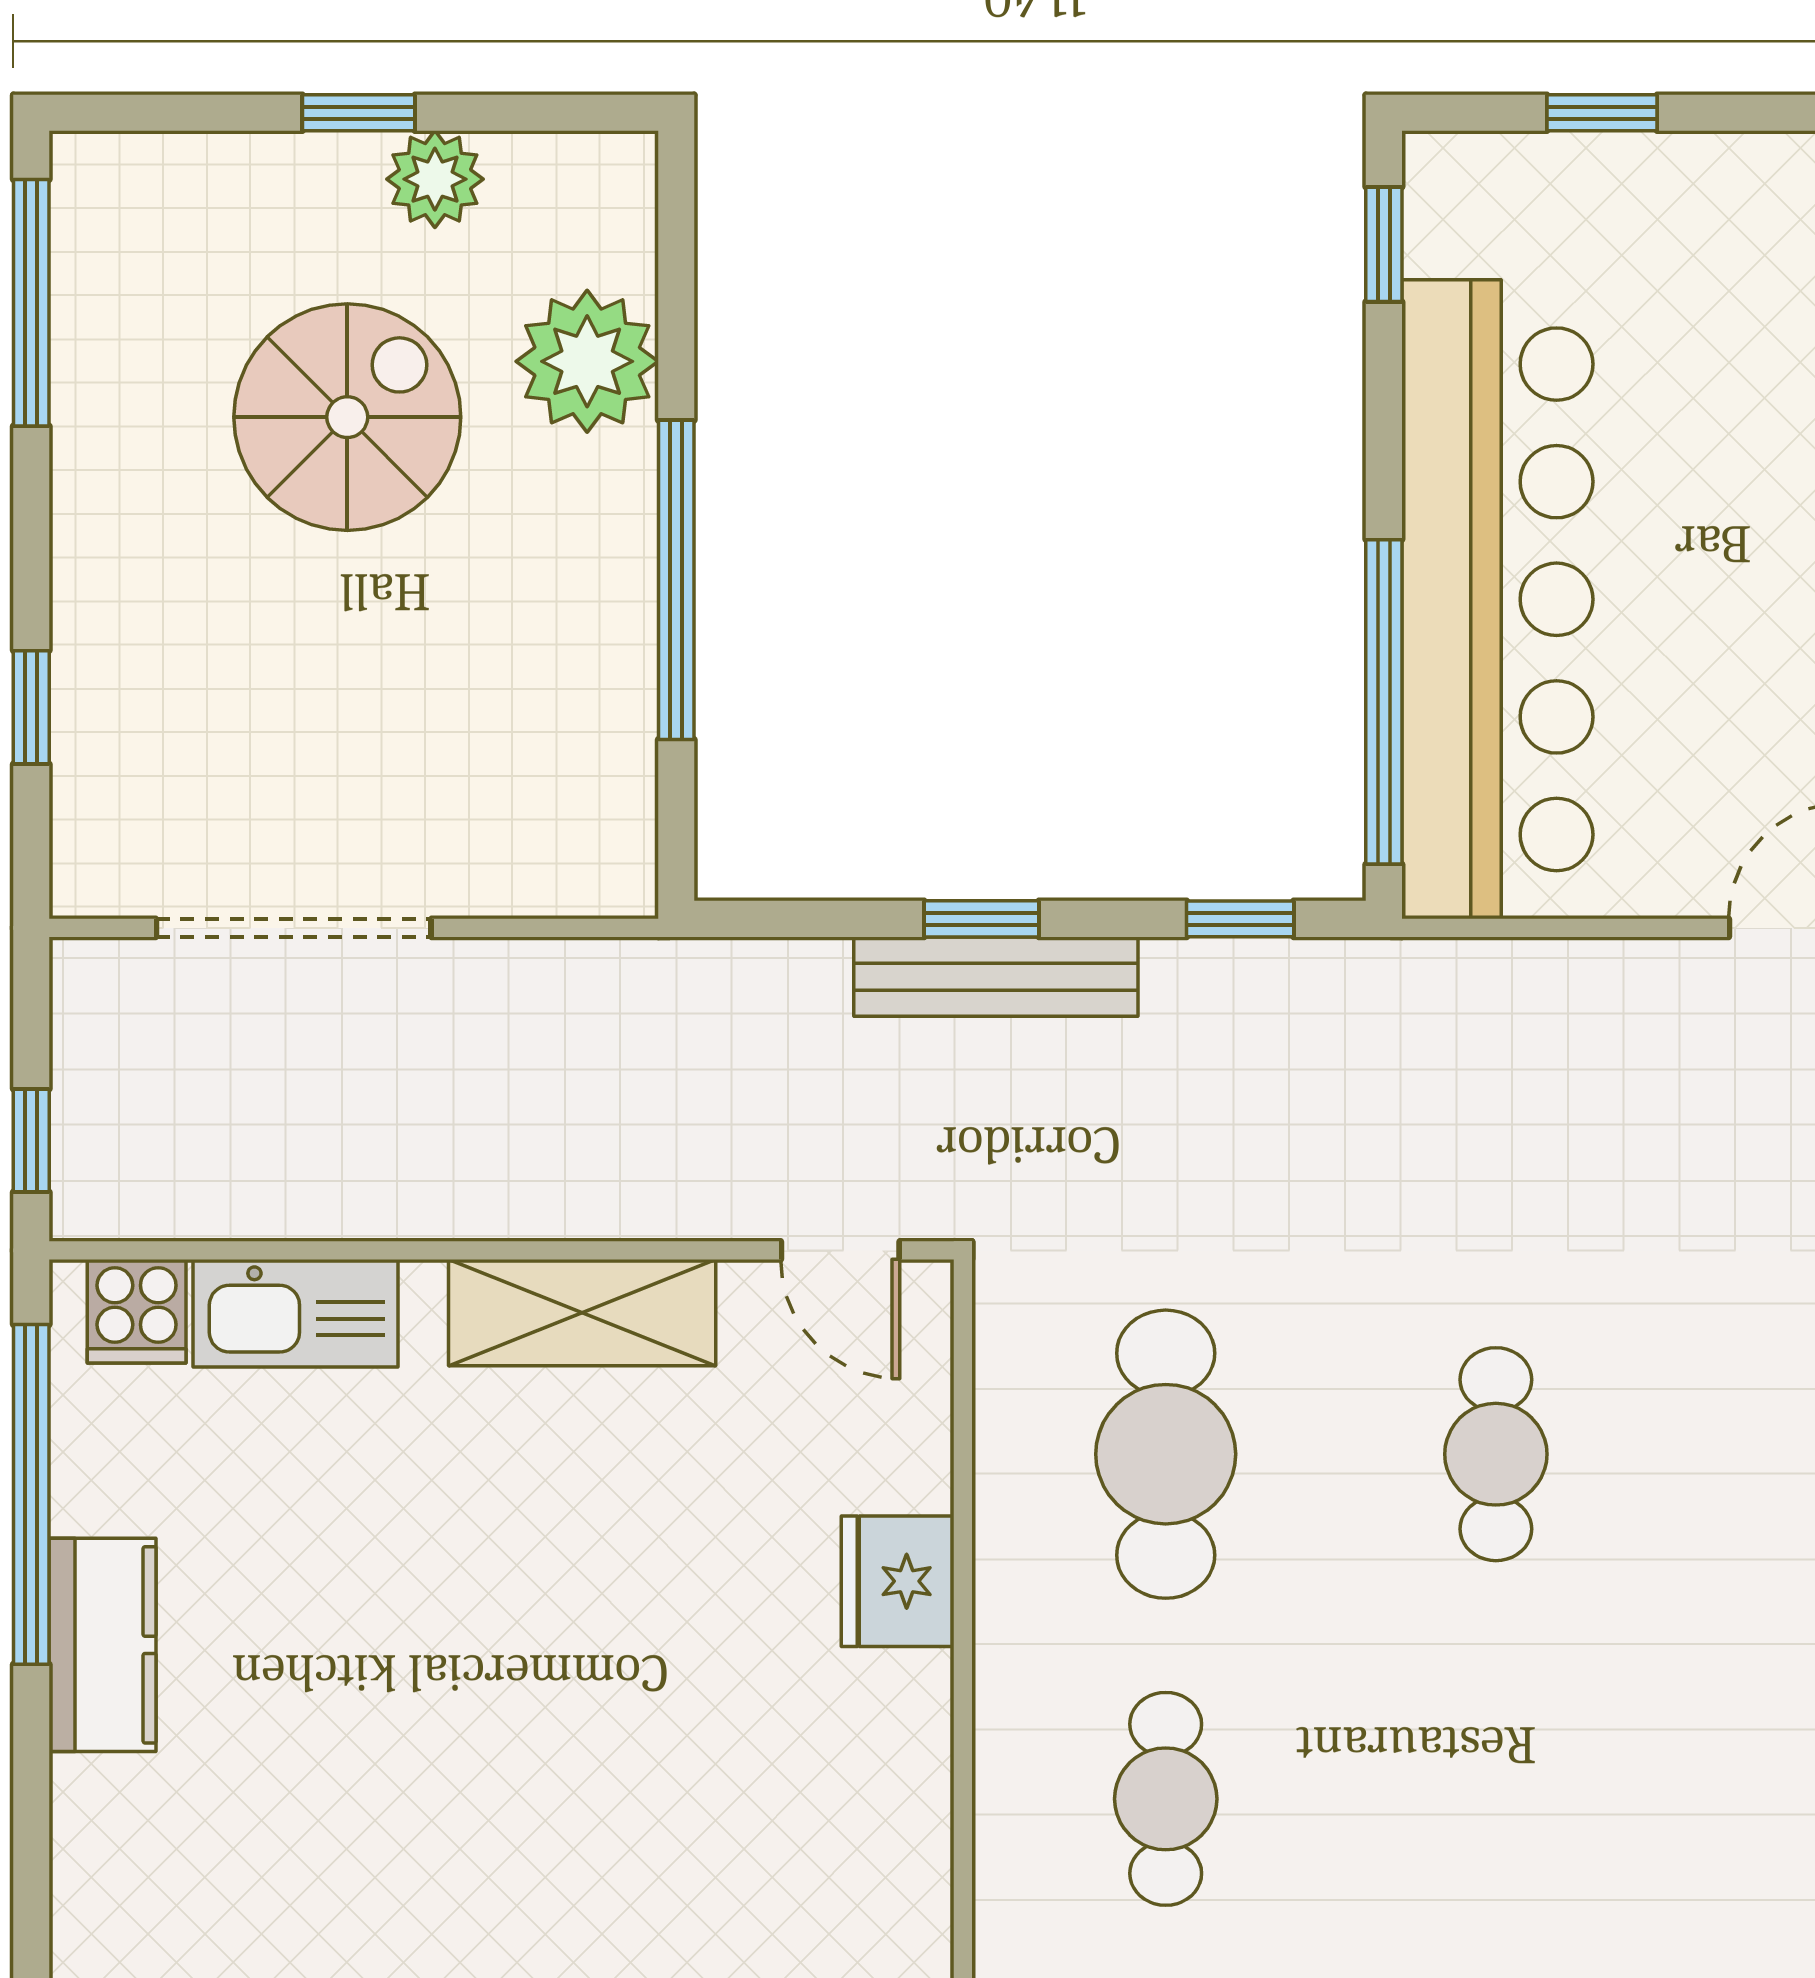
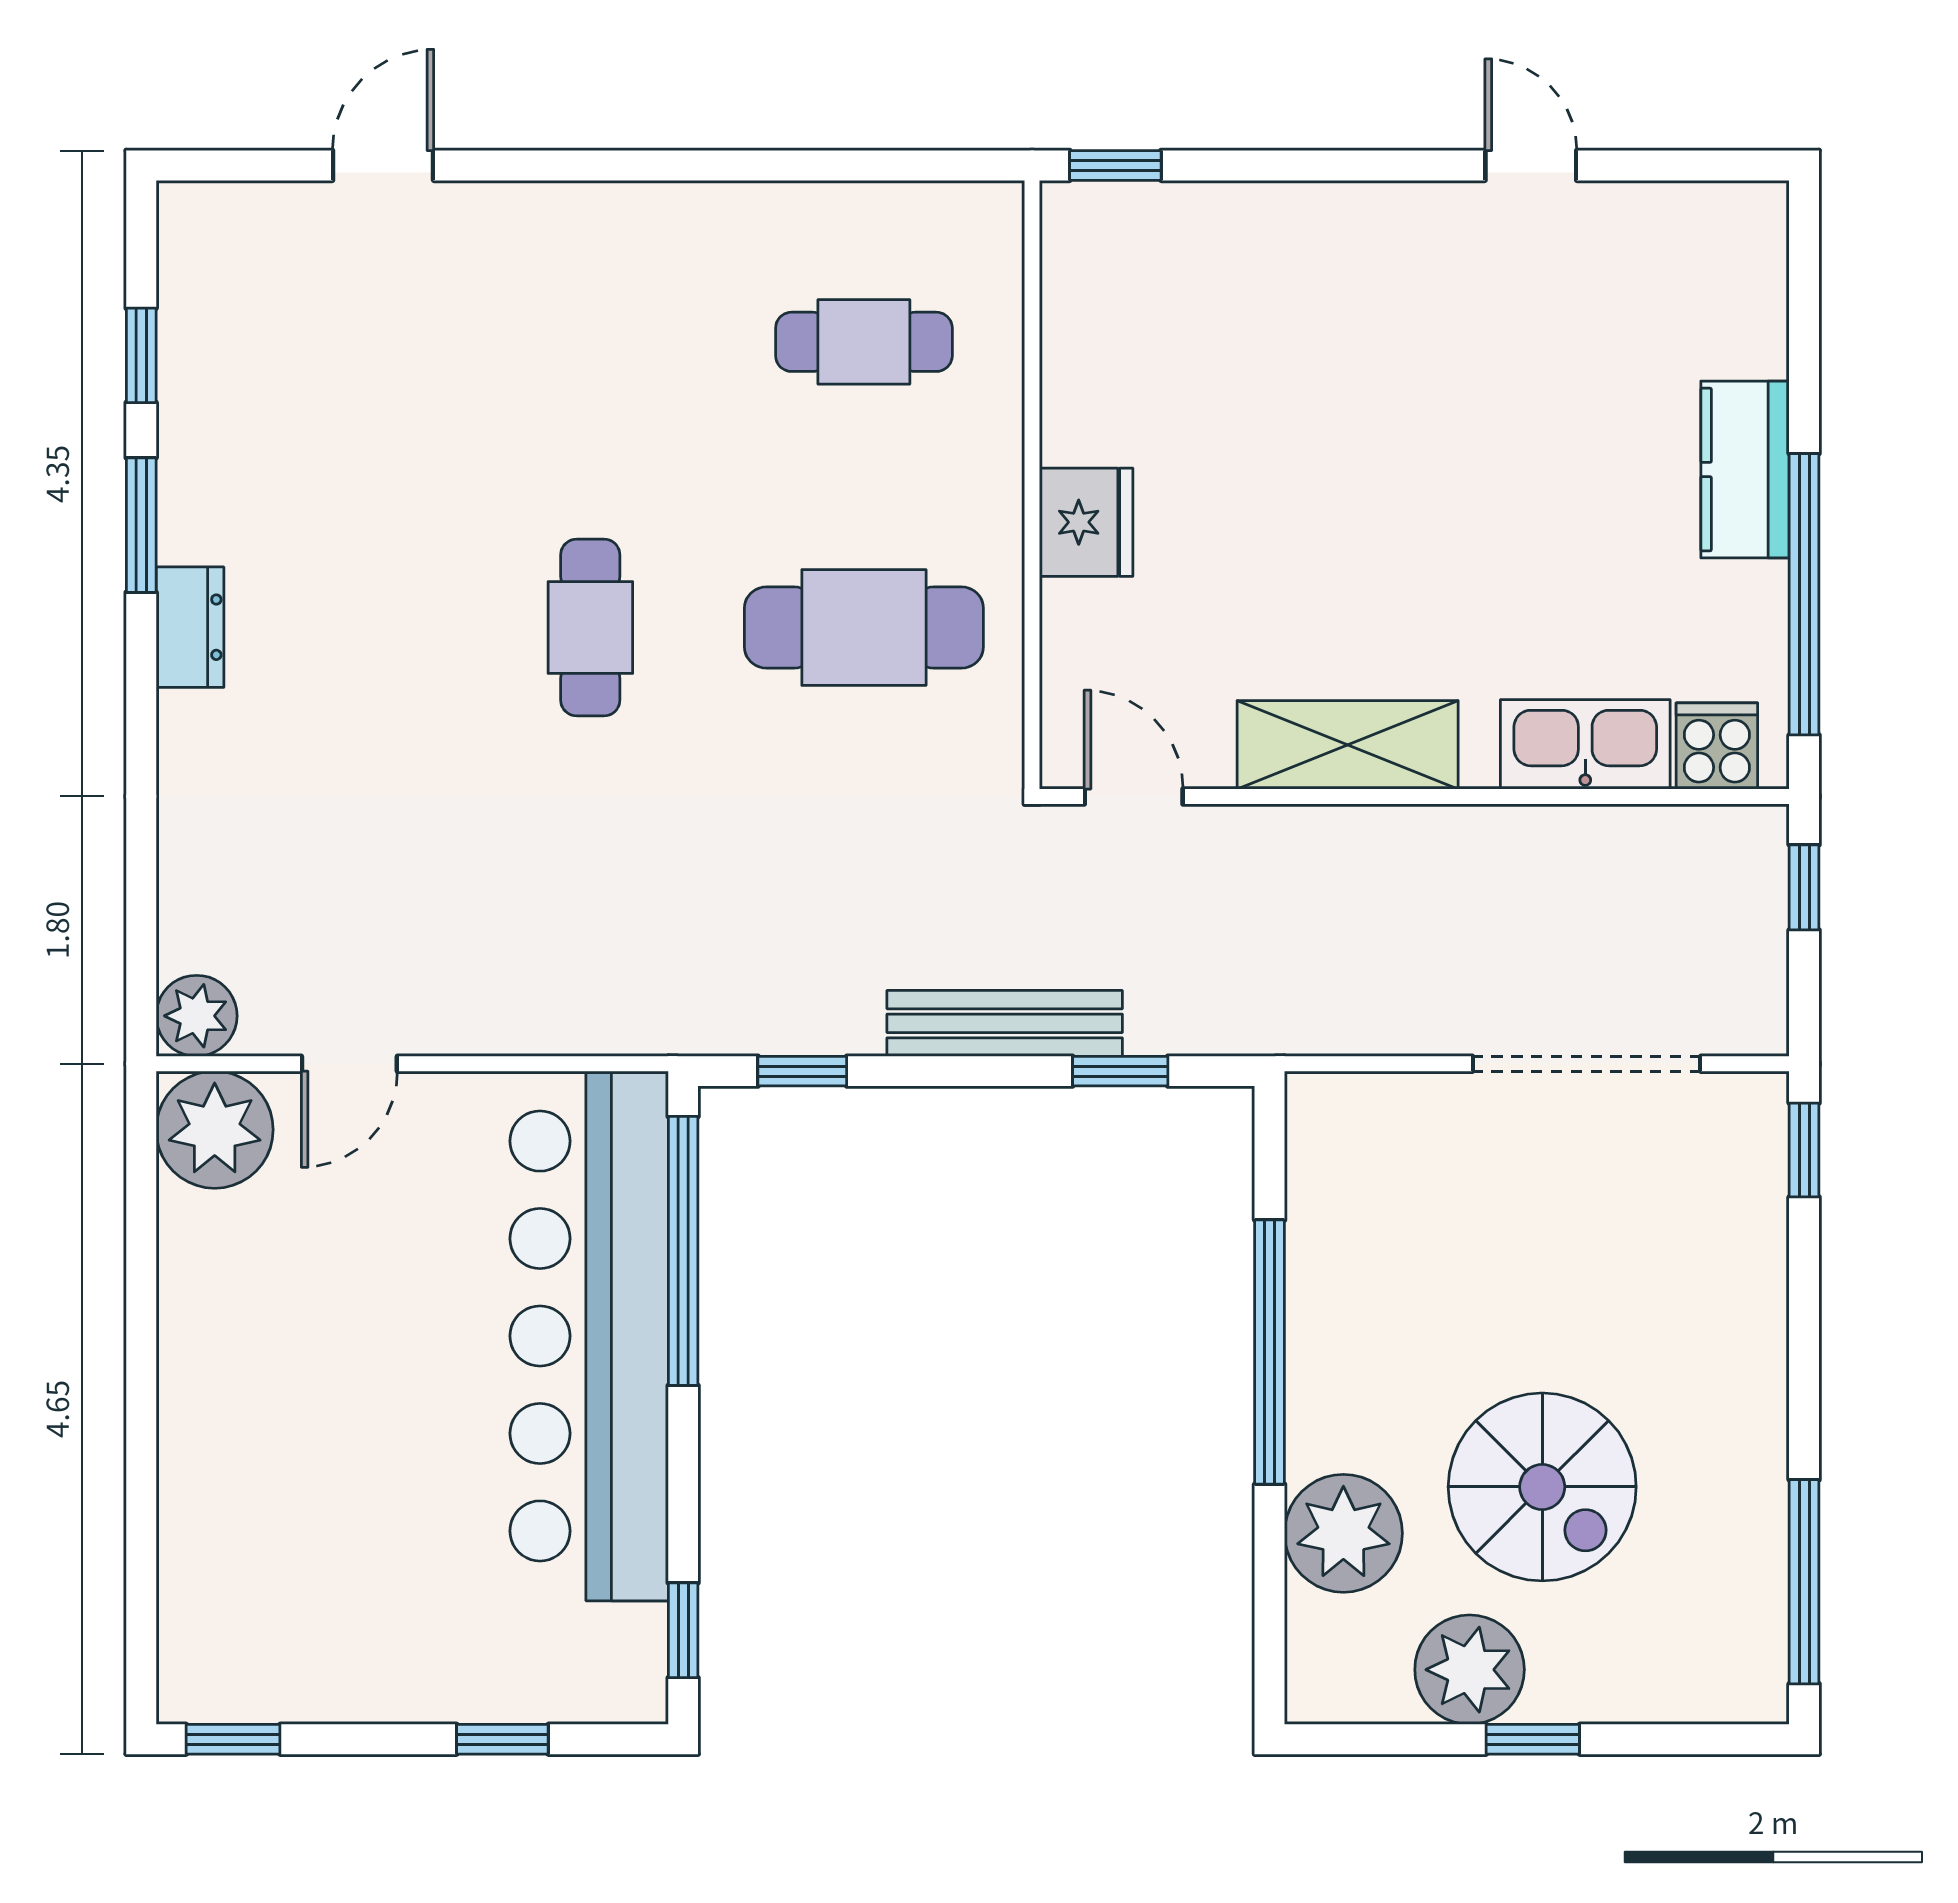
plant: (435, 179) -> (1470, 1670), width x1.36, depth x1.36
spiral stairs: (347, 417) -> (1542, 1487), turned -90
window: (31, 707) -> (1804, 1150), moved
window: (981, 919) -> (1120, 1071), moved
cafe table: (1166, 1454) -> (864, 627), turned 90
cafe table: (1166, 1799) -> (864, 342), turned 90

